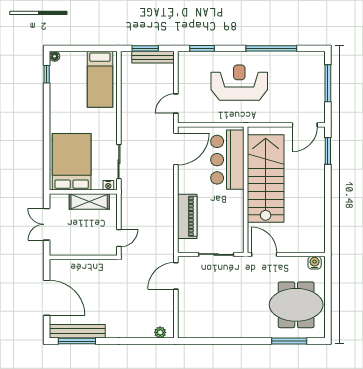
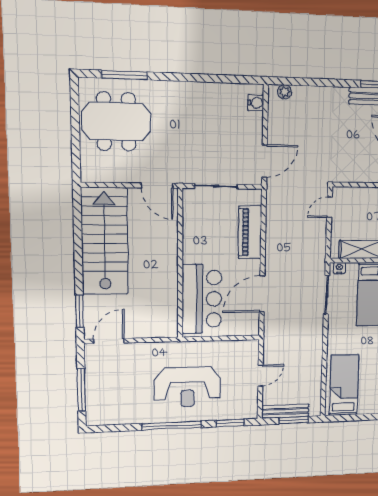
window: (271, 48) -> (172, 426), moved
door: (176, 103) -> (260, 376), moved
door: (176, 149) -> (262, 294), moved
stairs: (266, 178) -> (105, 241), moved, turned 180
water cooler: (315, 263) -> (256, 103), moved, turned -90

